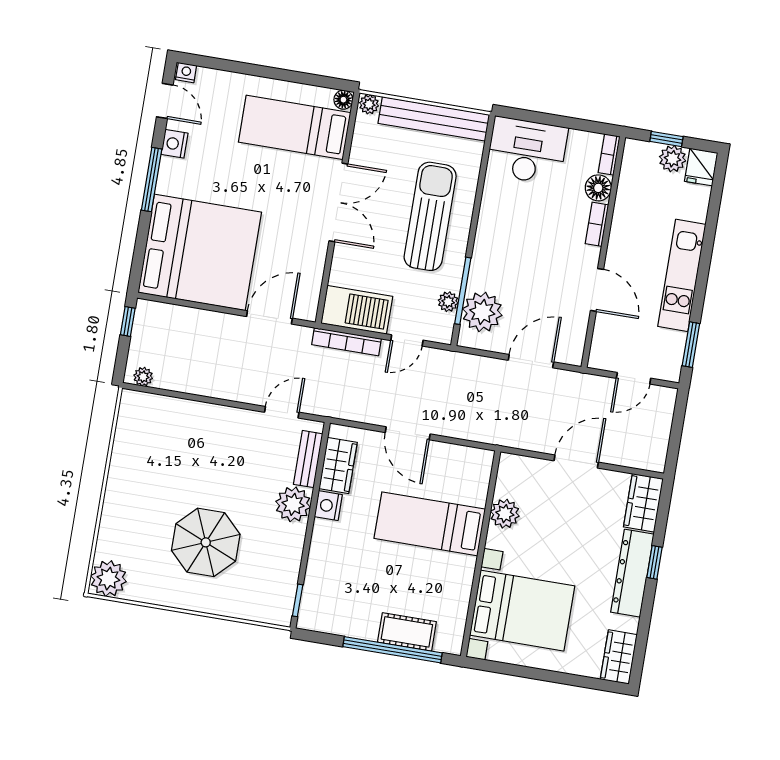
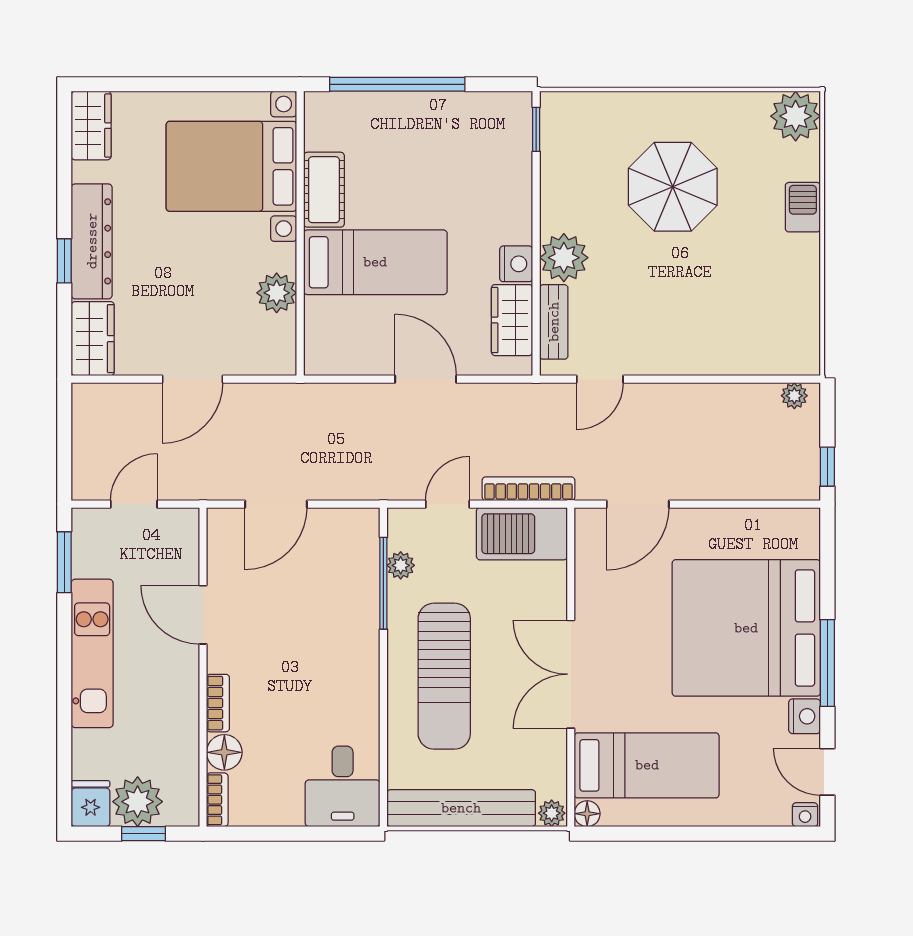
desk: (527, 151) -> (343, 786), width x0.73
plant: (673, 159) -> (138, 802), width x1.36, depth x1.36
bed: (200, 252) -> (746, 628), moved
plant: (482, 312) -> (352, 559), removed
barbecue: (114, 512) -> (803, 207), added
cot: (407, 632) -> (324, 190), moved, turned 90

